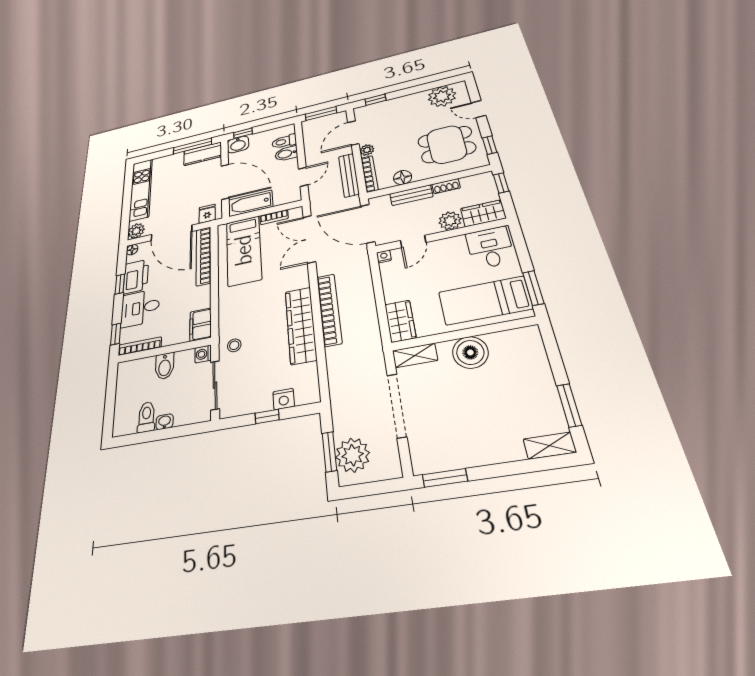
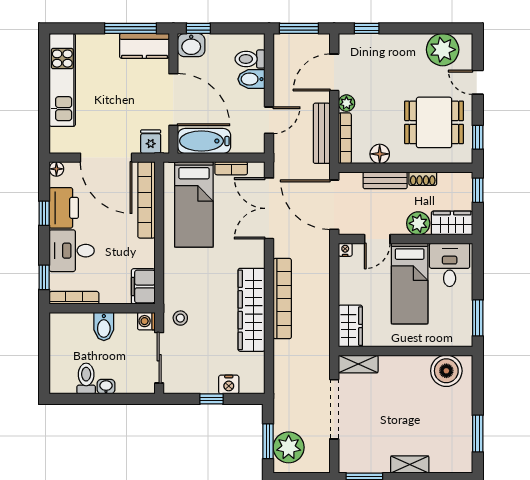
plant: (136, 231) -> (60, 143), removed
bed: (485, 300) -> (410, 284), moved, turned -90
boiler: (470, 352) -> (446, 371), moved
shelving: (550, 446) -> (410, 464), moved

